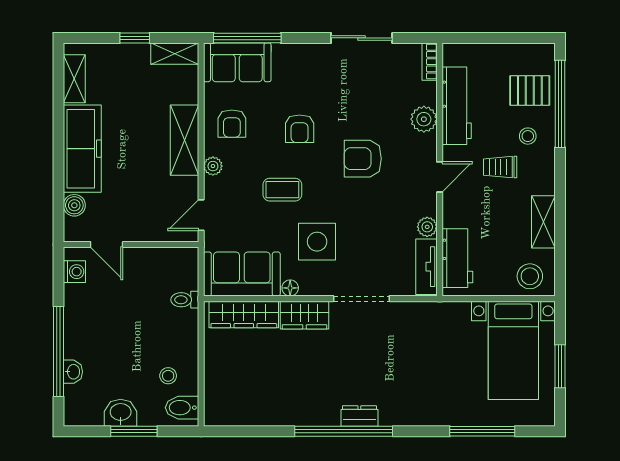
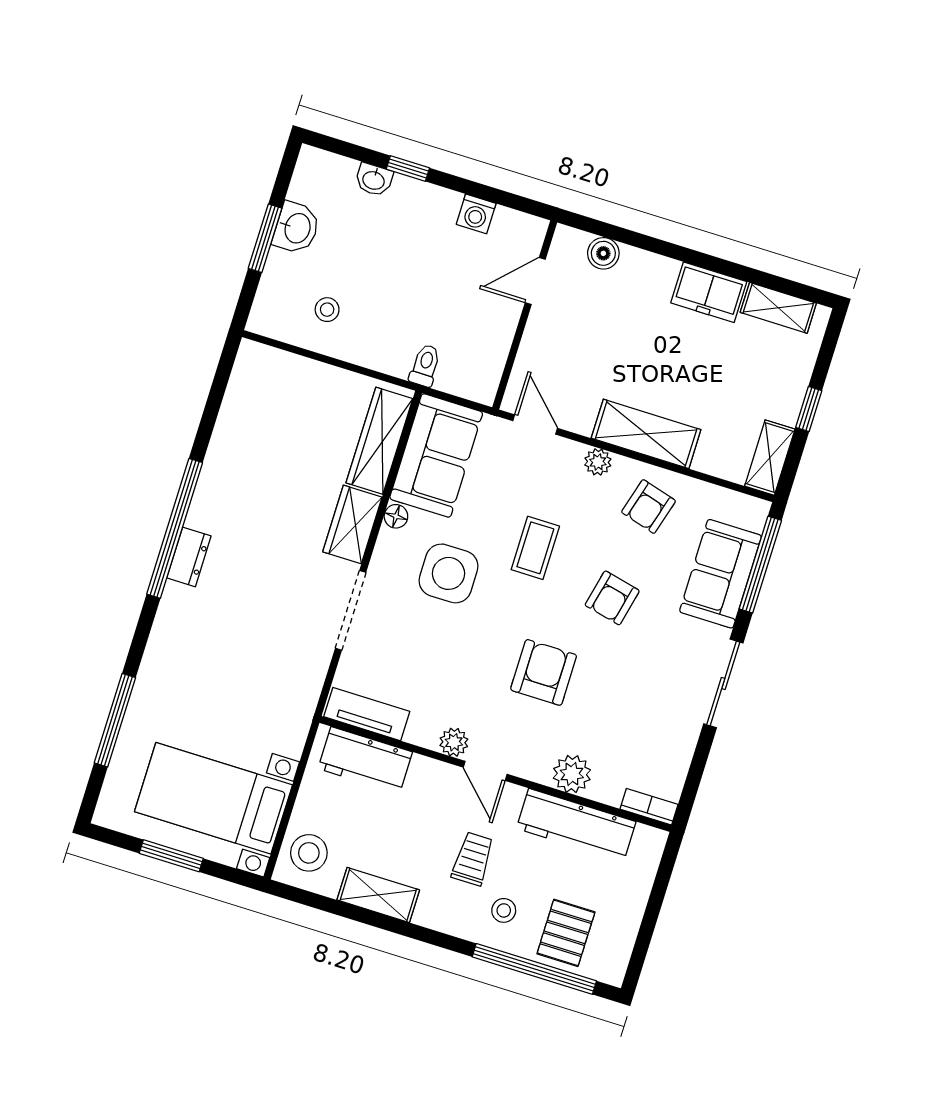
sliding door: (362, 38) -> (723, 683), moved
sofa: (237, 62) -> (720, 574), moved
armchair: (232, 124) -> (649, 507), turned -74
armchair: (300, 129) -> (612, 598), turned -77
freezer: (82, 149) -> (709, 292), width x0.52, depth x0.79
plant: (427, 227) -> (454, 742), moved
washing machine: (74, 272) -> (476, 214), moved
window: (59, 351) -> (408, 168), width x0.32
bidet: (182, 408) -> (277, 315), removed

